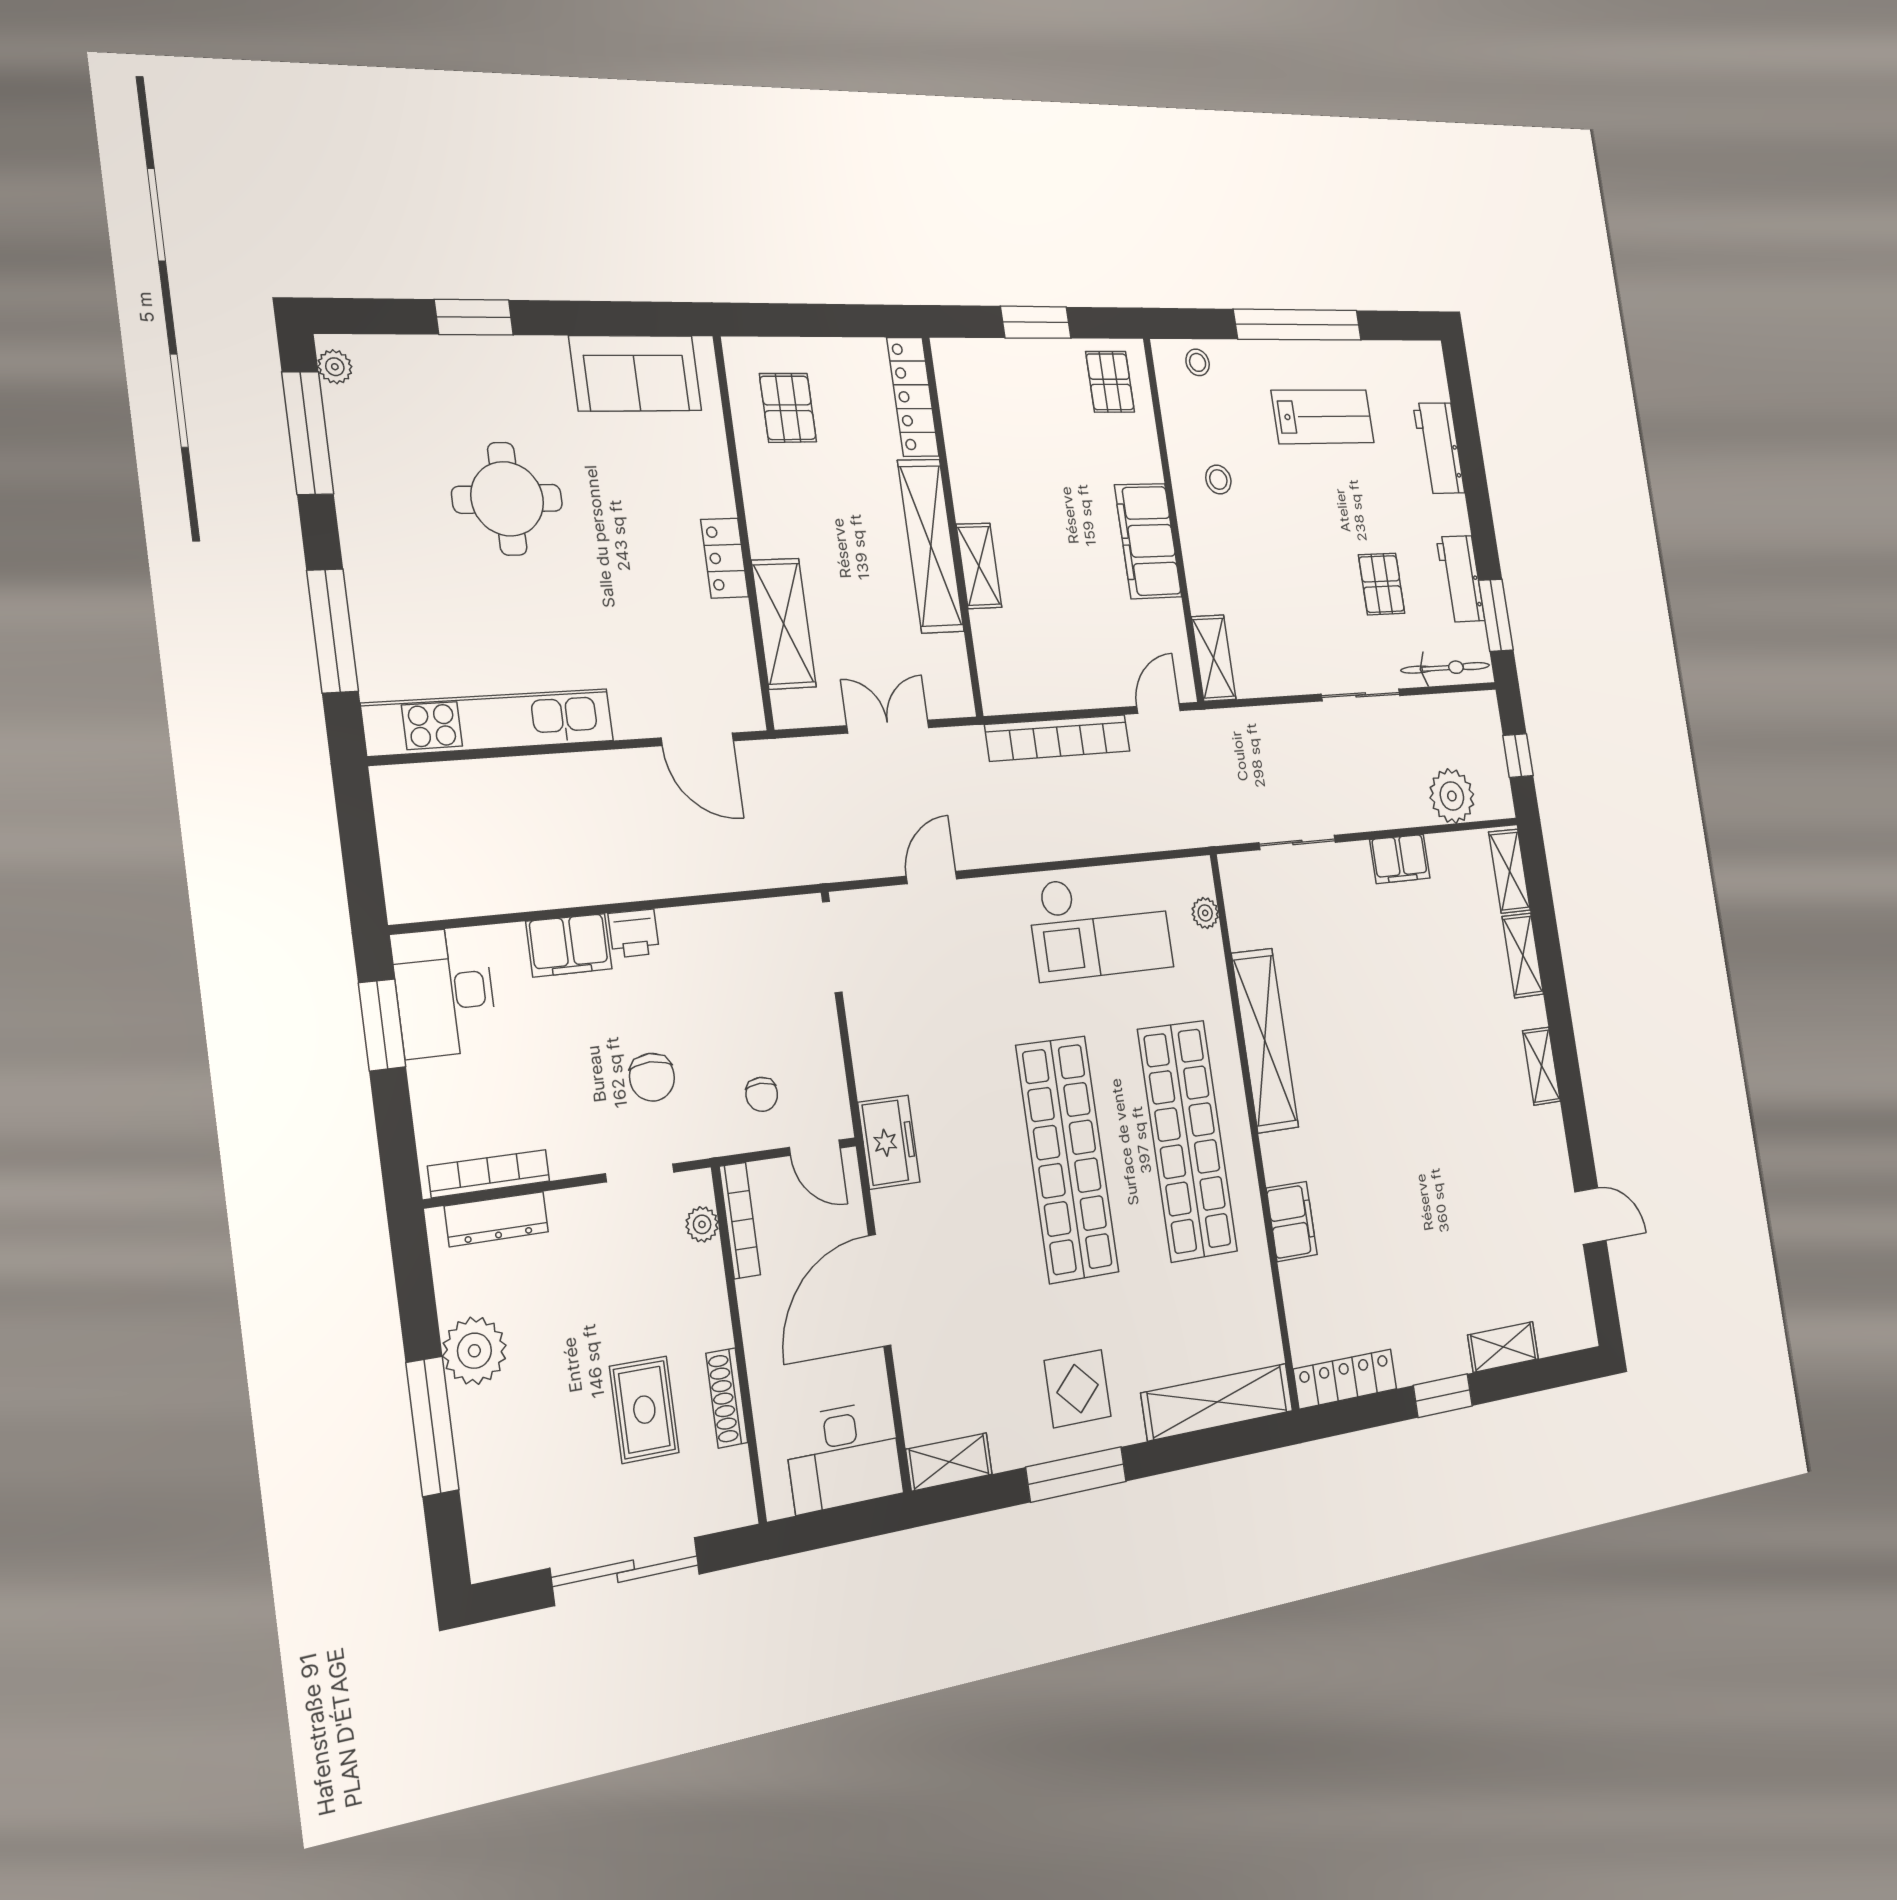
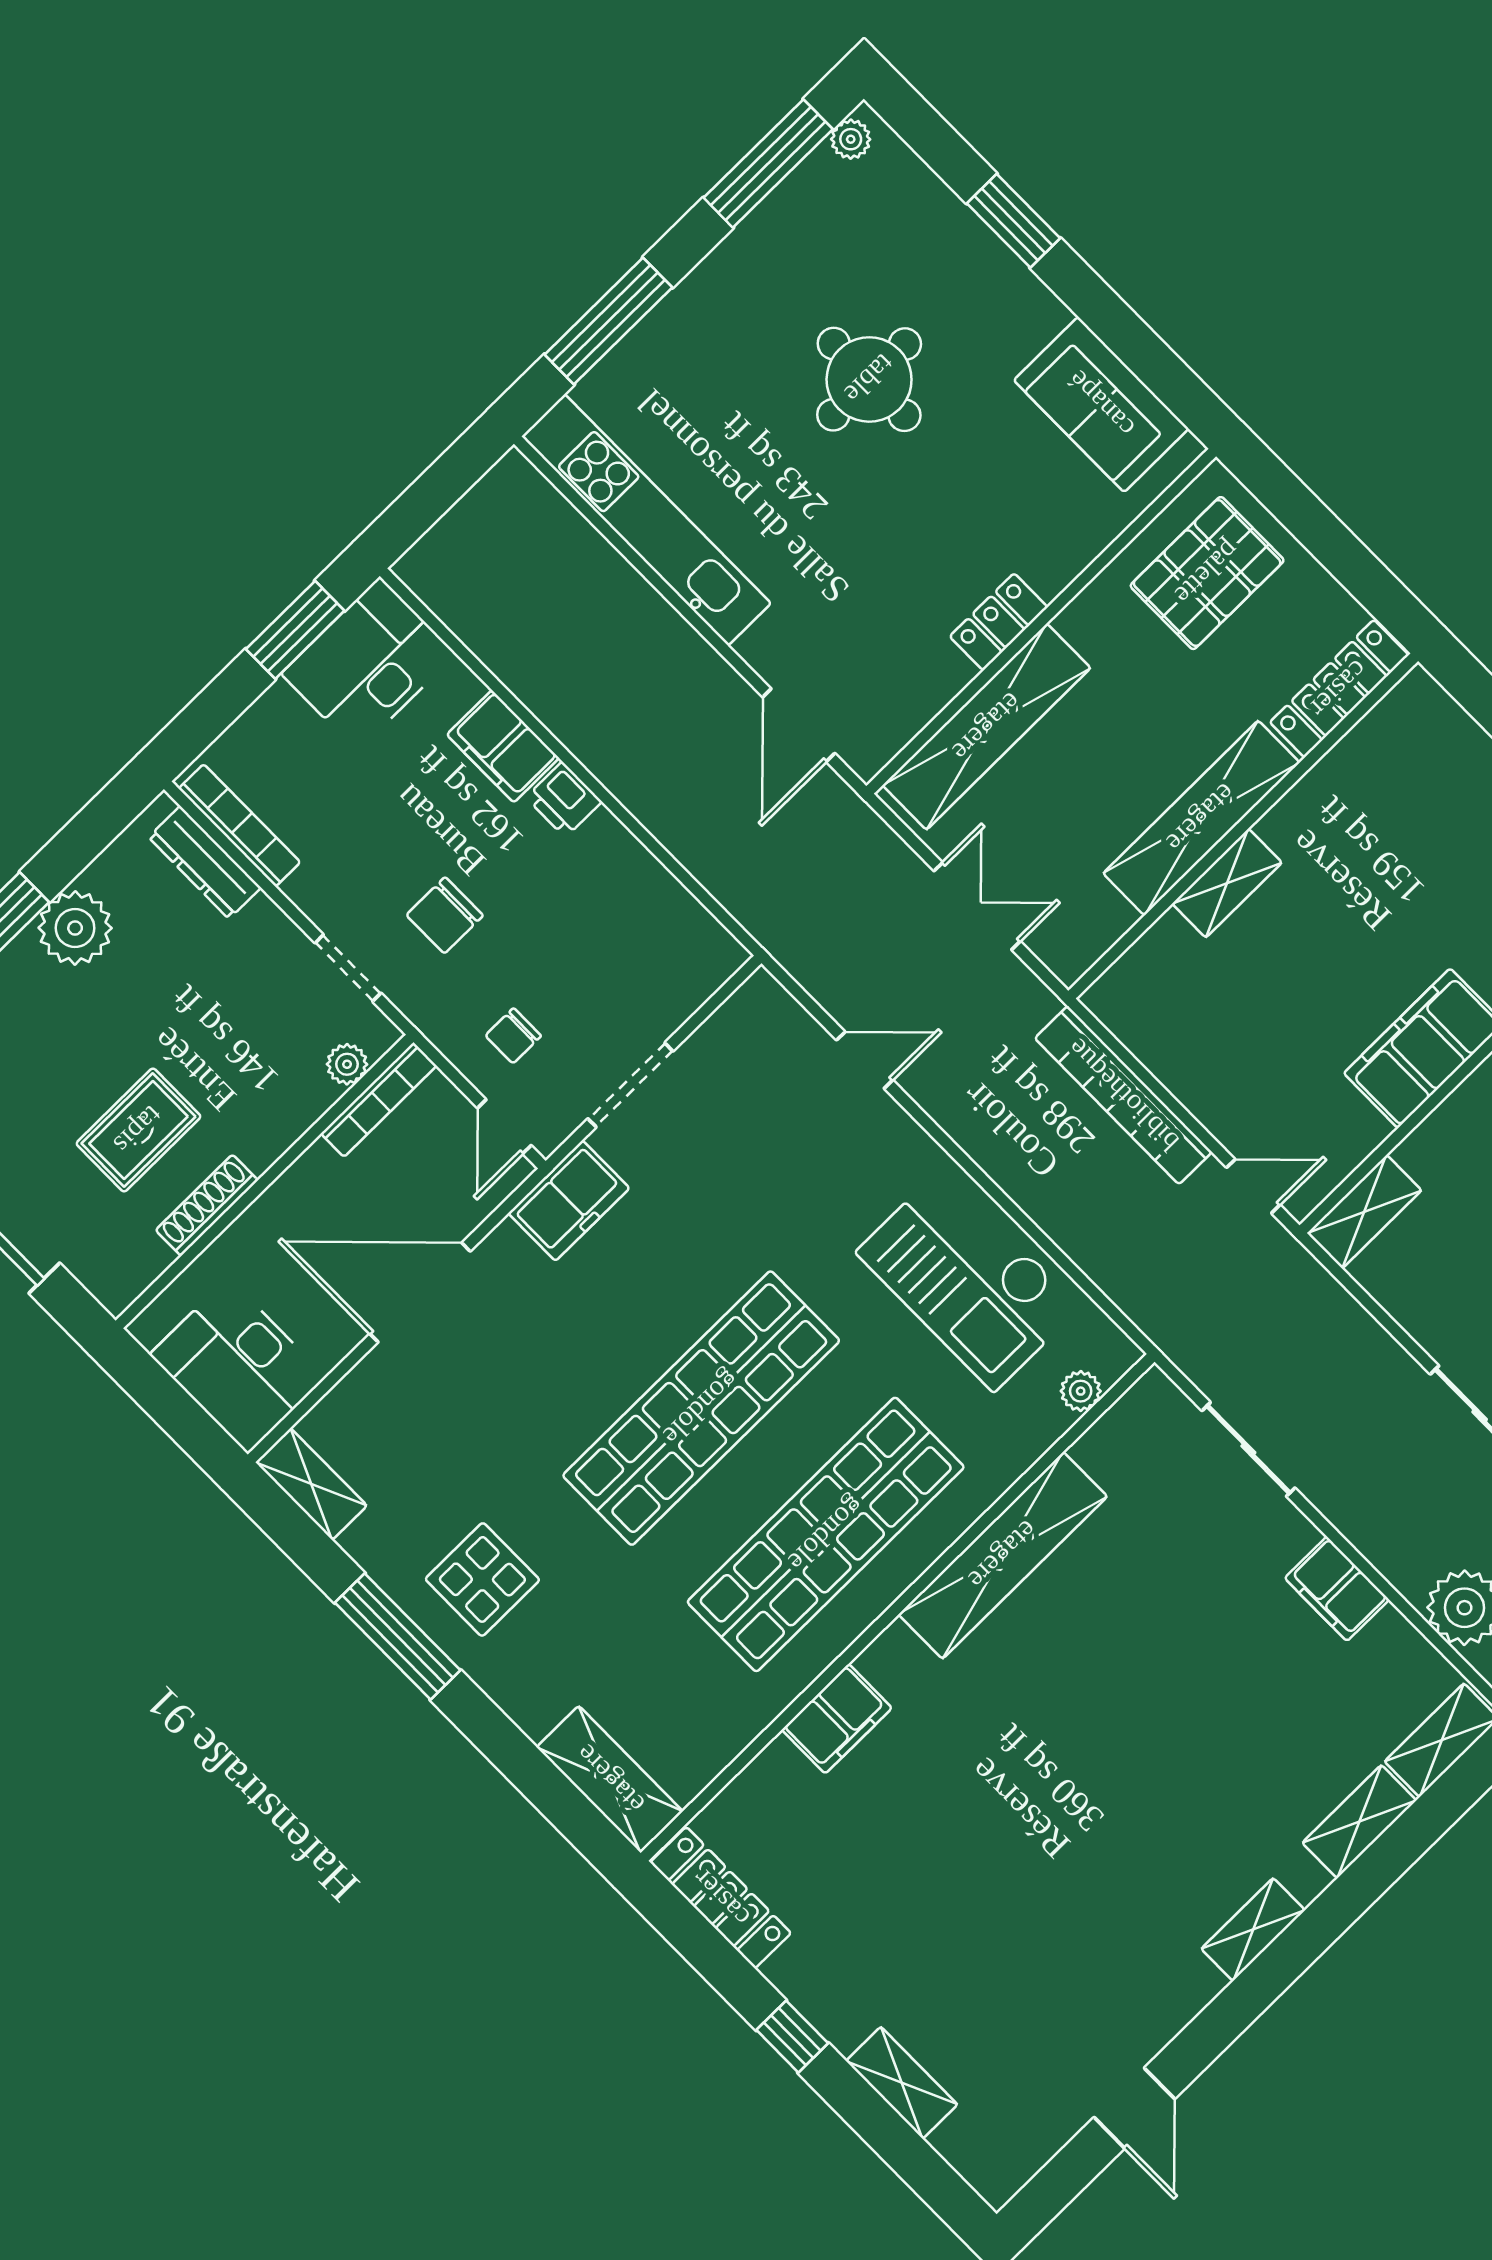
pallet: (788, 408) -> (1207, 573), width x1.50, depth x1.42
shelving: (784, 624) -> (987, 727), width x1.47
doorway: (832, 947) -> (630, 1085), moved
window: (1443, 1396) -> (792, 2037), width x0.67
shelving: (1218, 1402) -> (610, 1779), width x0.68

